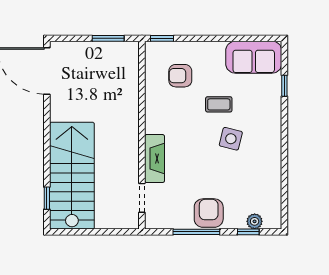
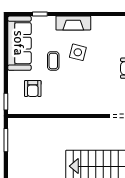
sofa: (254, 57) -> (19, 43), width x1.36
fireplace: (155, 159) -> (73, 23), moved, turned 180

